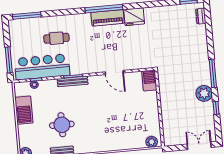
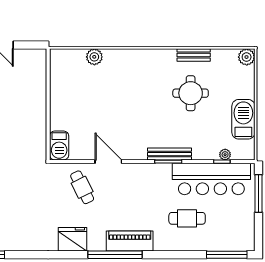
piano: (108, 18) -> (130, 241), moved
cafe table: (131, 53) -> (82, 187), added
plant: (152, 142) -> (94, 57), moved

